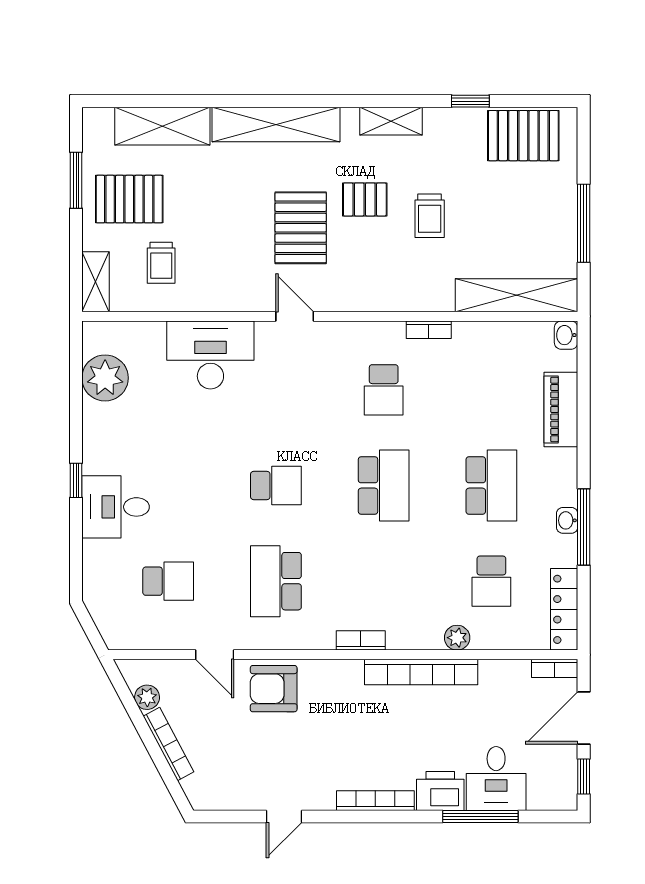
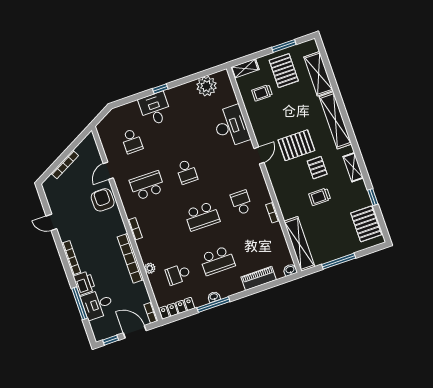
school desk: (384, 390) -> (241, 203), turned 90
plant: (147, 697) -> (81, 149), removed

